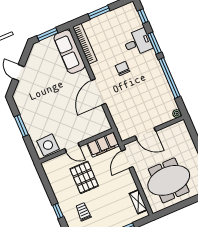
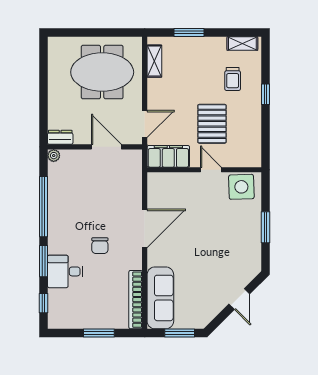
dresser: (178, 127) -> (60, 137), added

